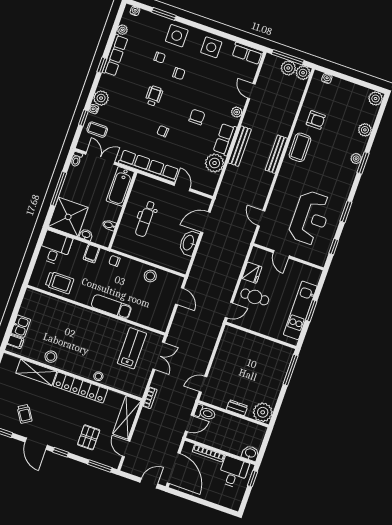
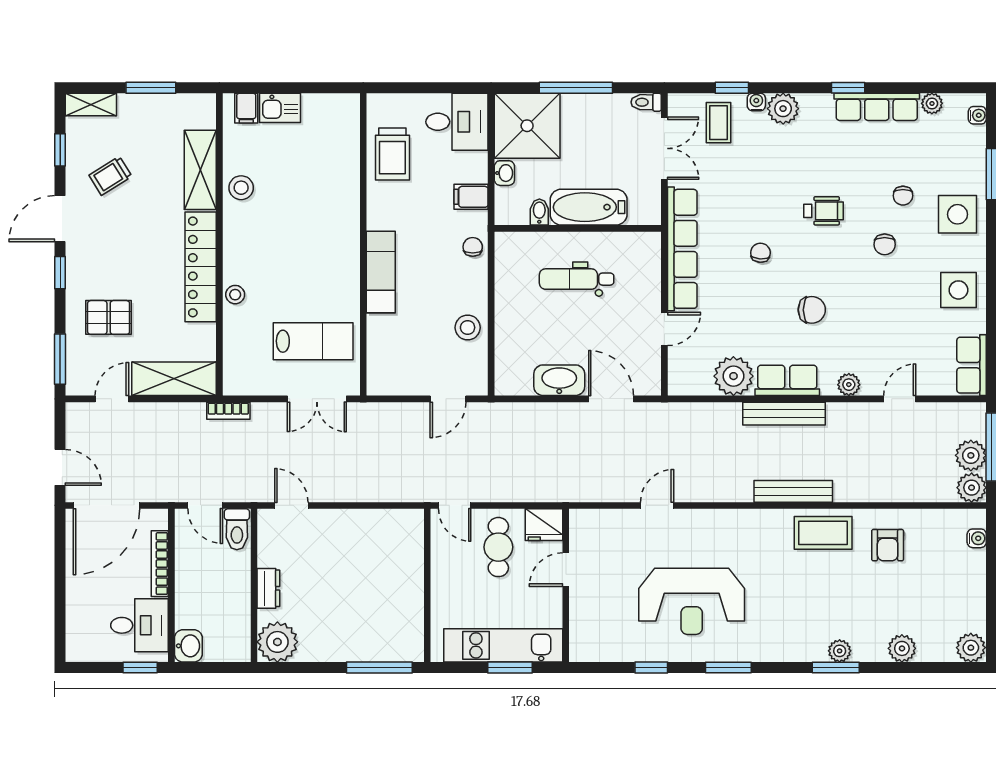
bathtub: (120, 186) -> (589, 207), moved
door: (281, 254) -> (566, 570), moved
wall: (288, 257) -> (566, 585), moved

